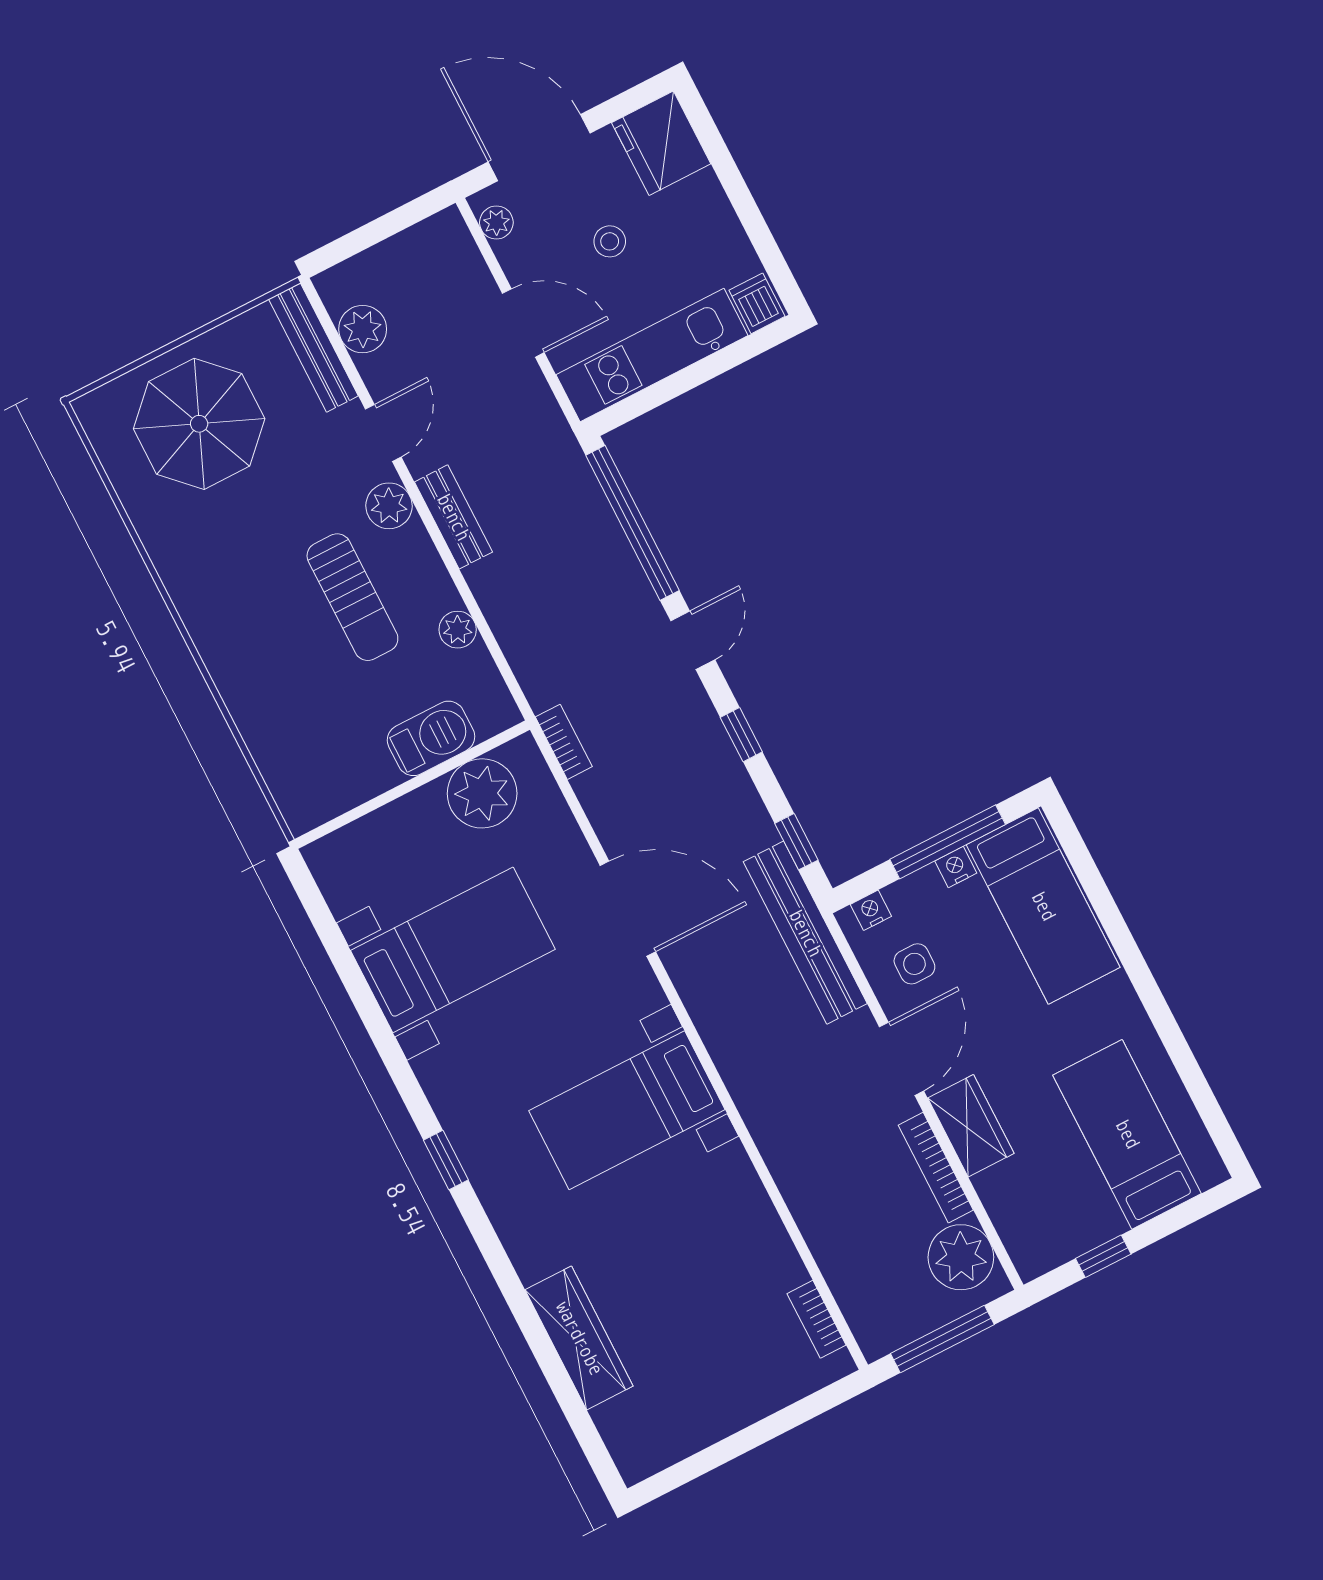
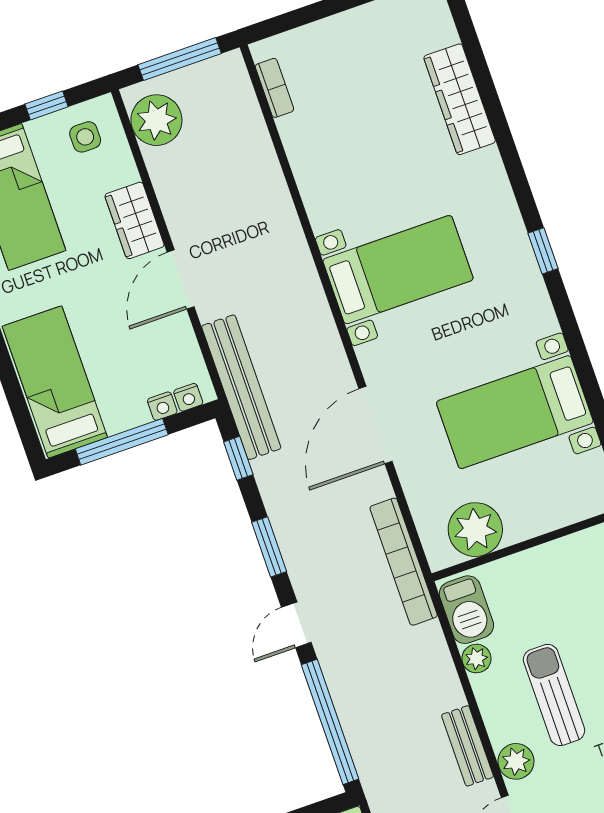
window: (741, 735) -> (269, 547), width x1.50
barbecue: (431, 738) -> (466, 610), moved, turned -90
bookcase: (564, 742) -> (404, 562), width x2.31, depth x1.31
nightstand: (956, 867) -> (162, 406), moved
door: (628, 909) -> (376, 425), hinge flipped
side table: (914, 964) -> (85, 137), moved
bookcase: (936, 1168) -> (166, 192), removed

